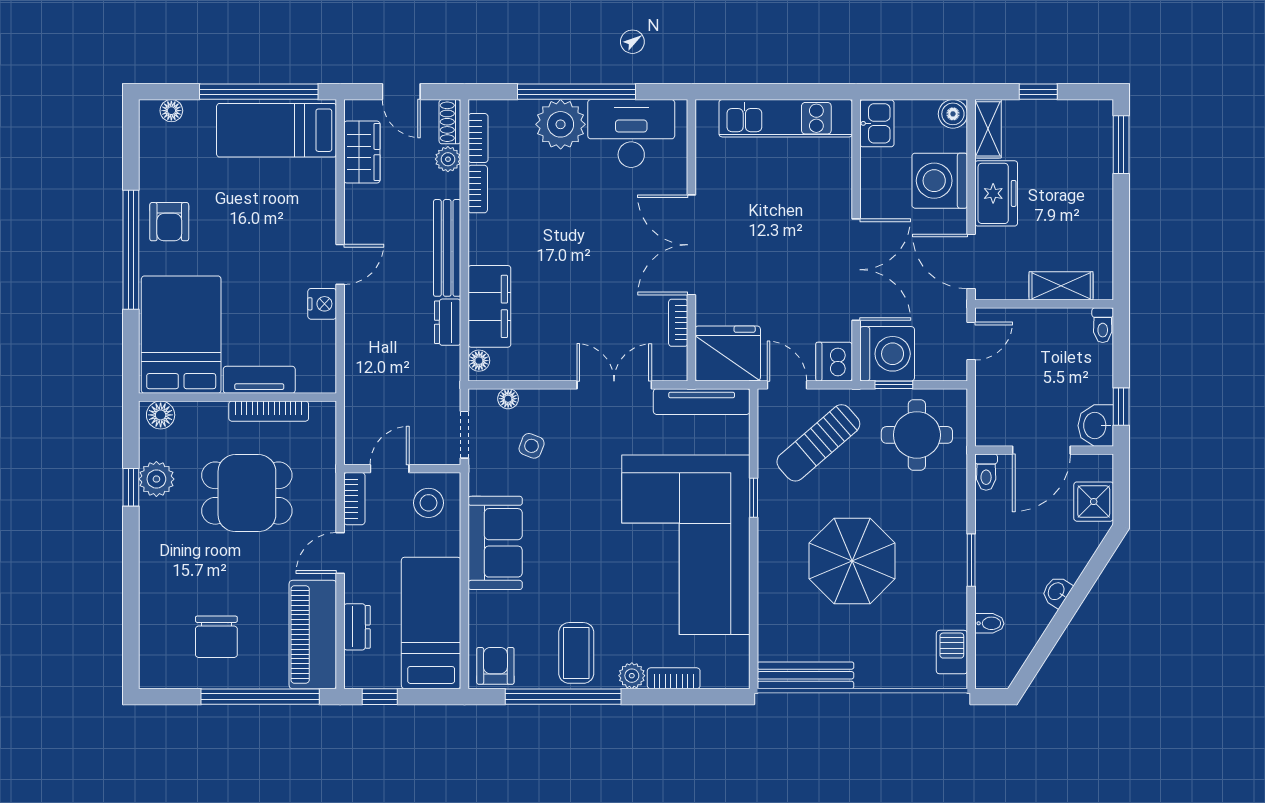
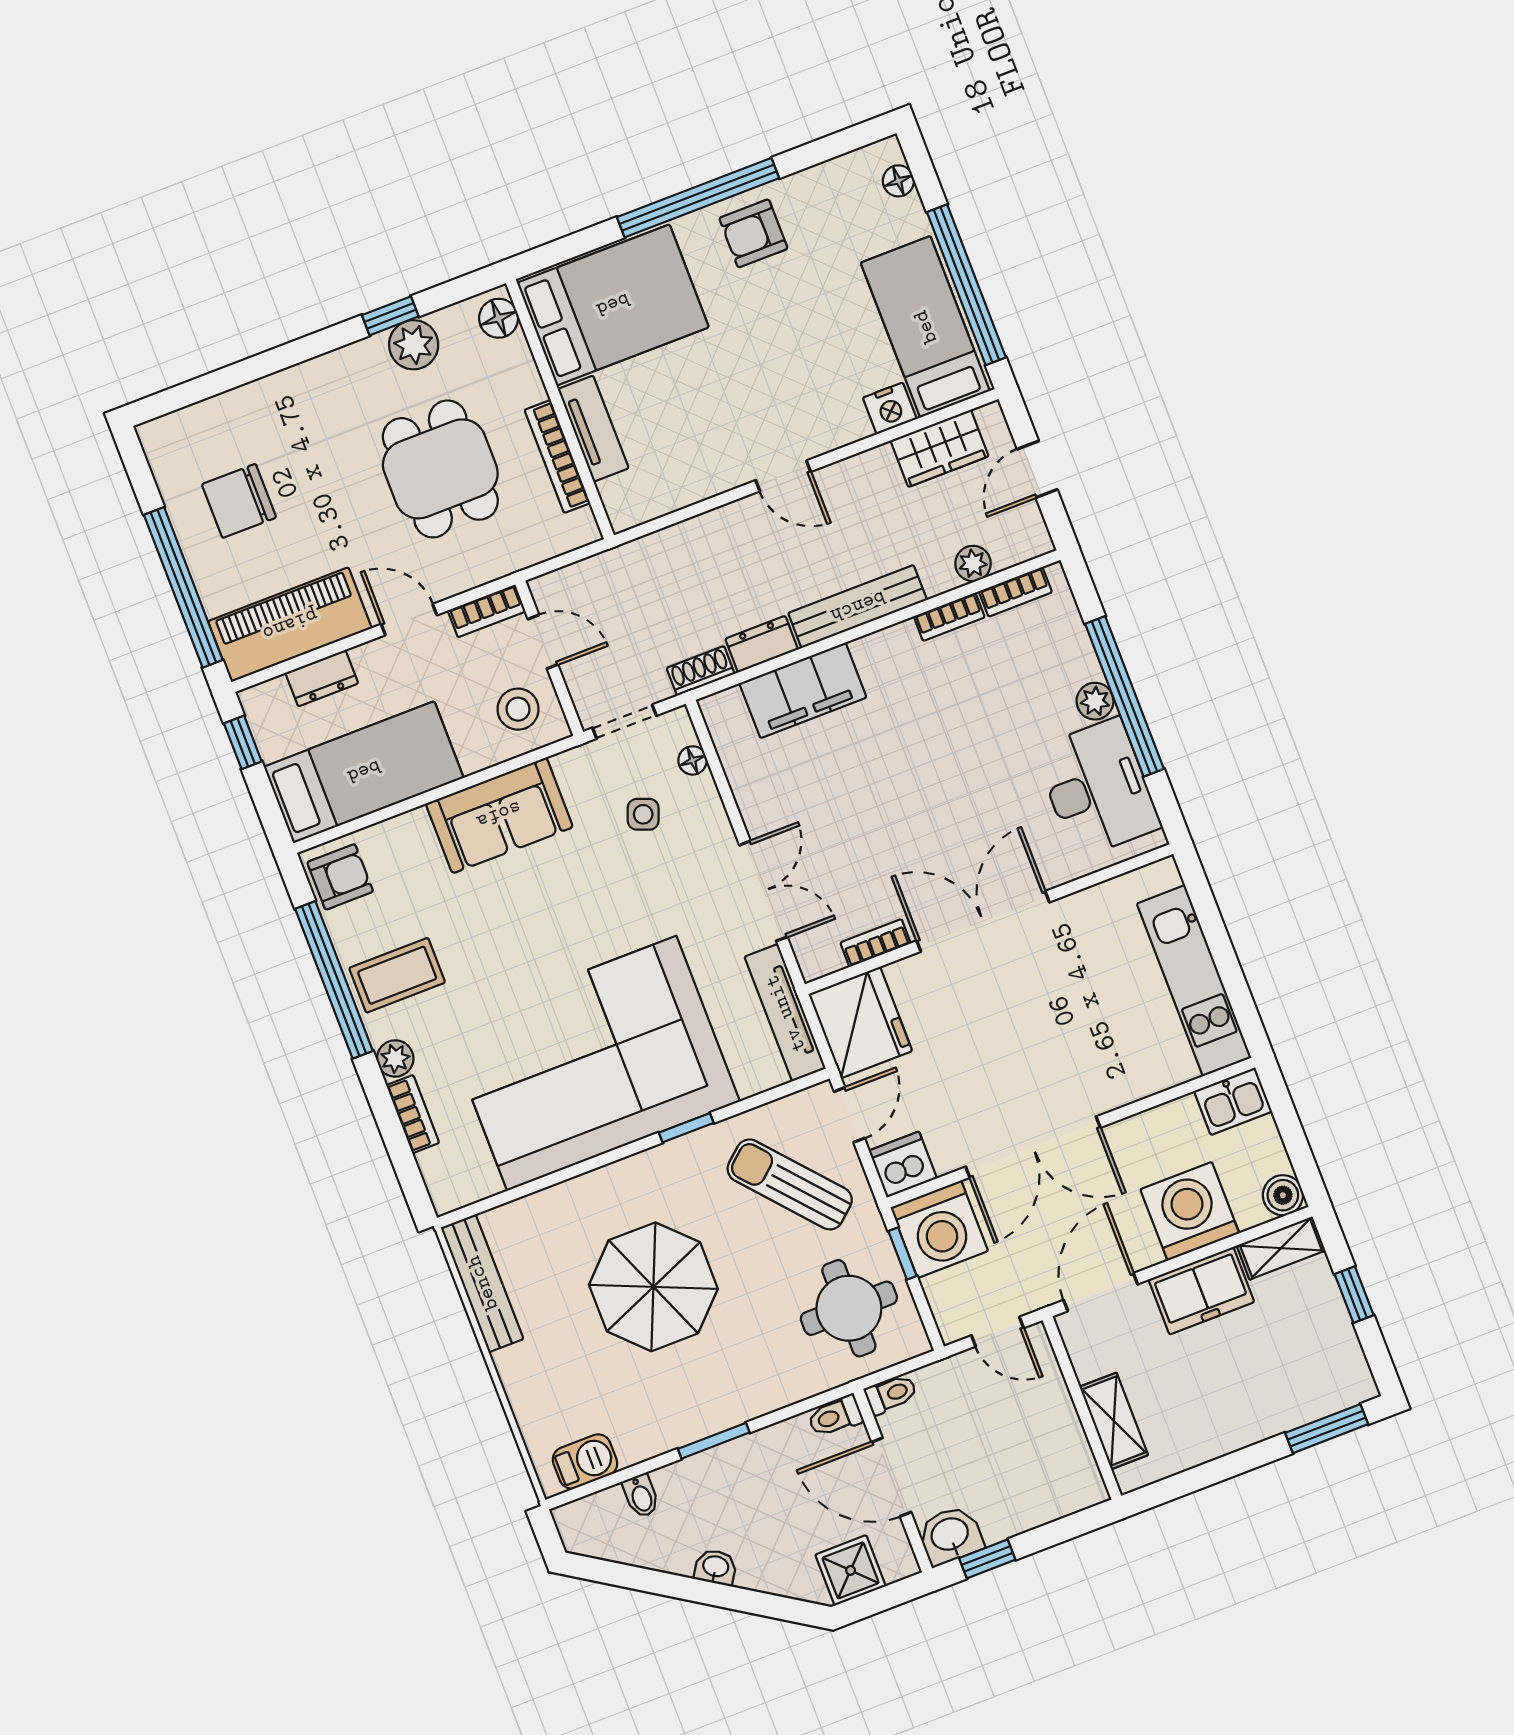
shoe rack: (450, 122) -> (701, 671), moved
plant: (561, 124) -> (1095, 701), width x0.53, depth x0.53
nightstand: (322, 304) -> (890, 408), moved
toilet: (1103, 325) -> (891, 1394), moved, turned 180
floor lamp: (479, 361) -> (727, 704), removed

